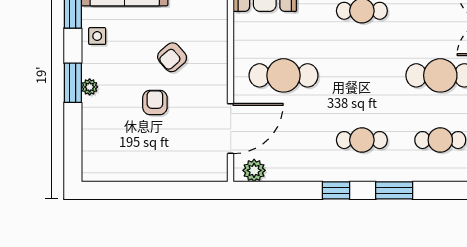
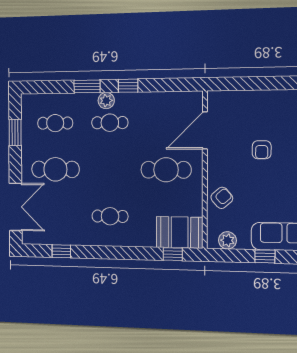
armchair: (172, 57) -> (222, 198), moved
plant: (254, 170) -> (106, 101), moved

